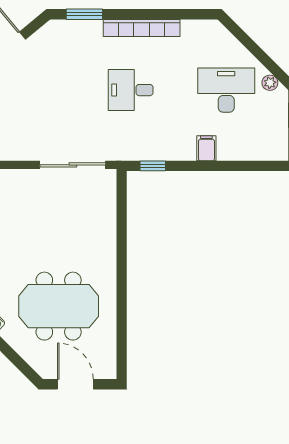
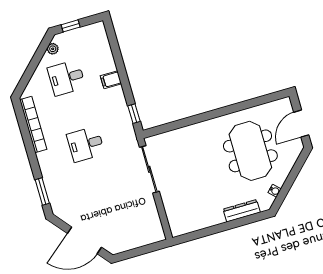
bookcase: (142, 28) -> (33, 124), moved
desk: (131, 90) -> (86, 144), turned 90
desk: (226, 90) -> (67, 78), width x0.73

